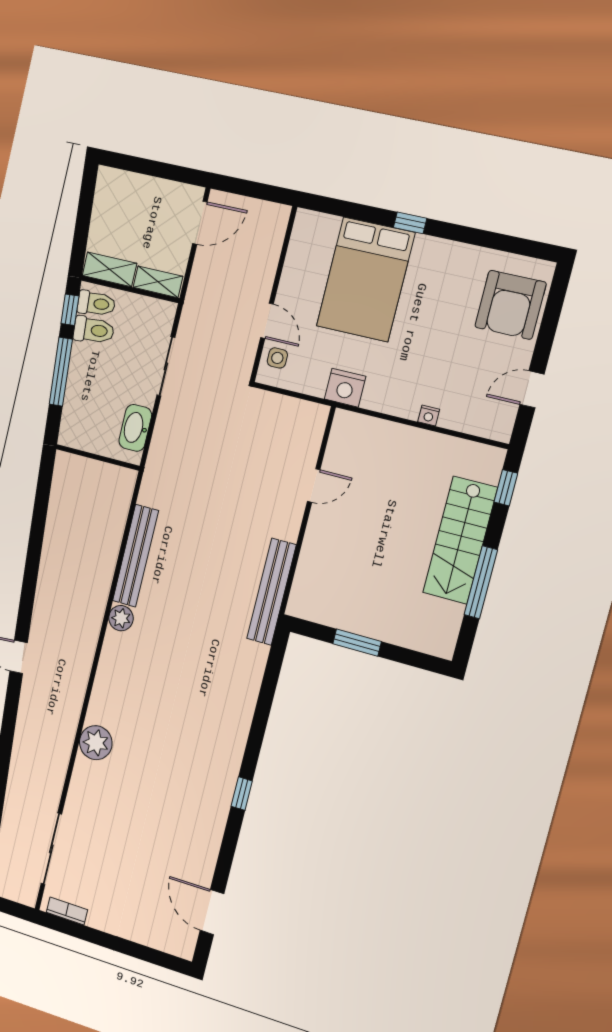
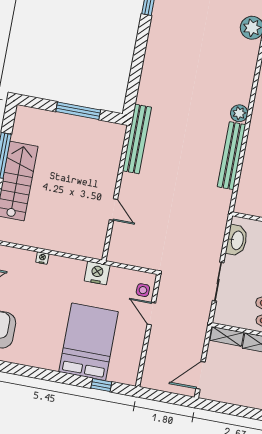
window: (410, 223) -> (101, 385), moved
door: (314, 486) -> (113, 209), swing flipped
window: (357, 643) -> (78, 111), width x1.44

